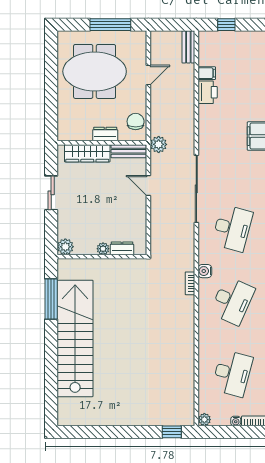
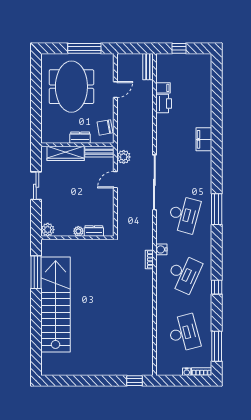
meeting table: (95, 71) -> (71, 87), turned 90
chair: (136, 121) -> (105, 127), turned -100
plant: (159, 144) -> (124, 157), moved
door: (148, 185) -> (115, 180), hinge flipped
desk: (232, 373) -> (184, 333), turned -30
plant: (204, 420) -> (161, 371), removed

